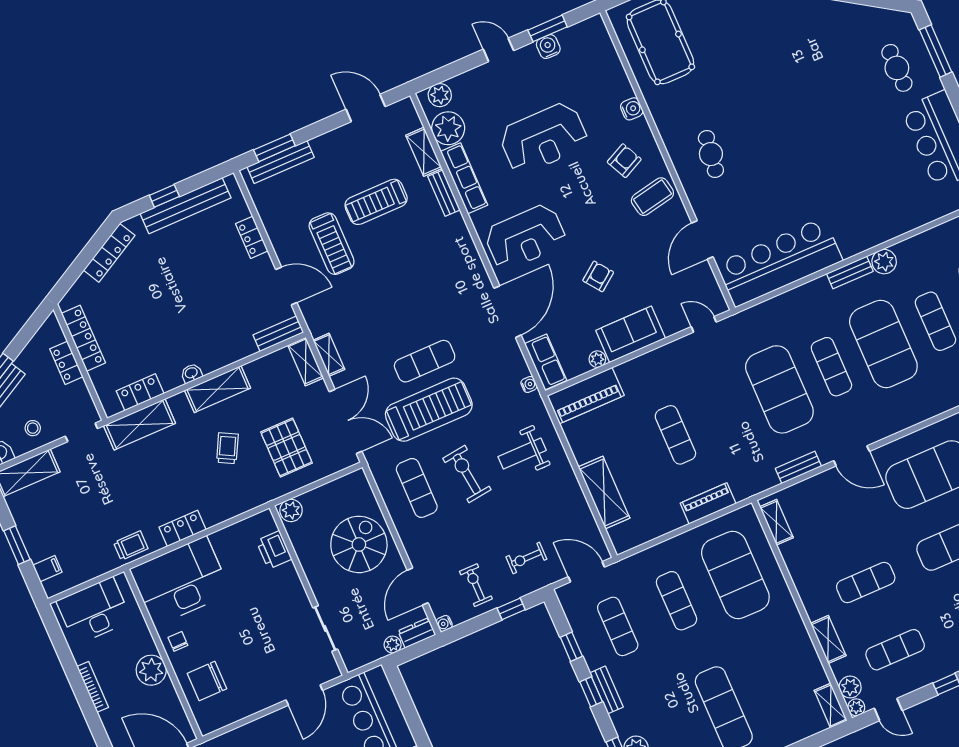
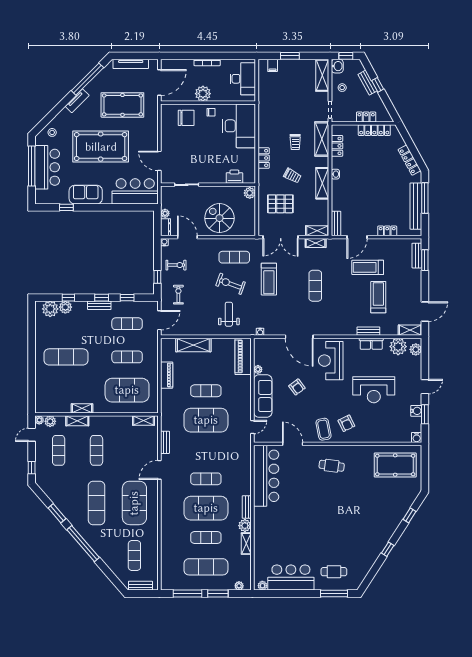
water cooler: (632, 109) -> (417, 438), moved
reception desk: (544, 138) -> (374, 390), turned -90
shelving: (424, 152) -> (410, 330), moved
bench: (281, 162) -> (417, 256), width x0.73
row of seats: (464, 178) -> (371, 344), width x0.68
window: (164, 196) -> (425, 198), width x2.17
shelving: (915, 245) -> (246, 544), added
sofa: (631, 334) -> (263, 396), width x1.36
exercise mat: (425, 361) -> (315, 286), moved
row of seats: (546, 362) -> (267, 344), removed
exercise mat: (779, 389) -> (206, 420), moved
treadmill: (429, 410) -> (269, 279), width x0.73, depth x0.73
exercise bike: (467, 474) -> (231, 284), turned -153
piano: (708, 503) -> (167, 375), moved
locker: (183, 528) -> (264, 158), moved
spiral stairs: (359, 544) -> (219, 218), turned 180
trolley: (131, 546) -> (295, 142), moved
chair: (207, 681) -> (186, 118), turned 90
shelving: (831, 705) -> (82, 408), moved

